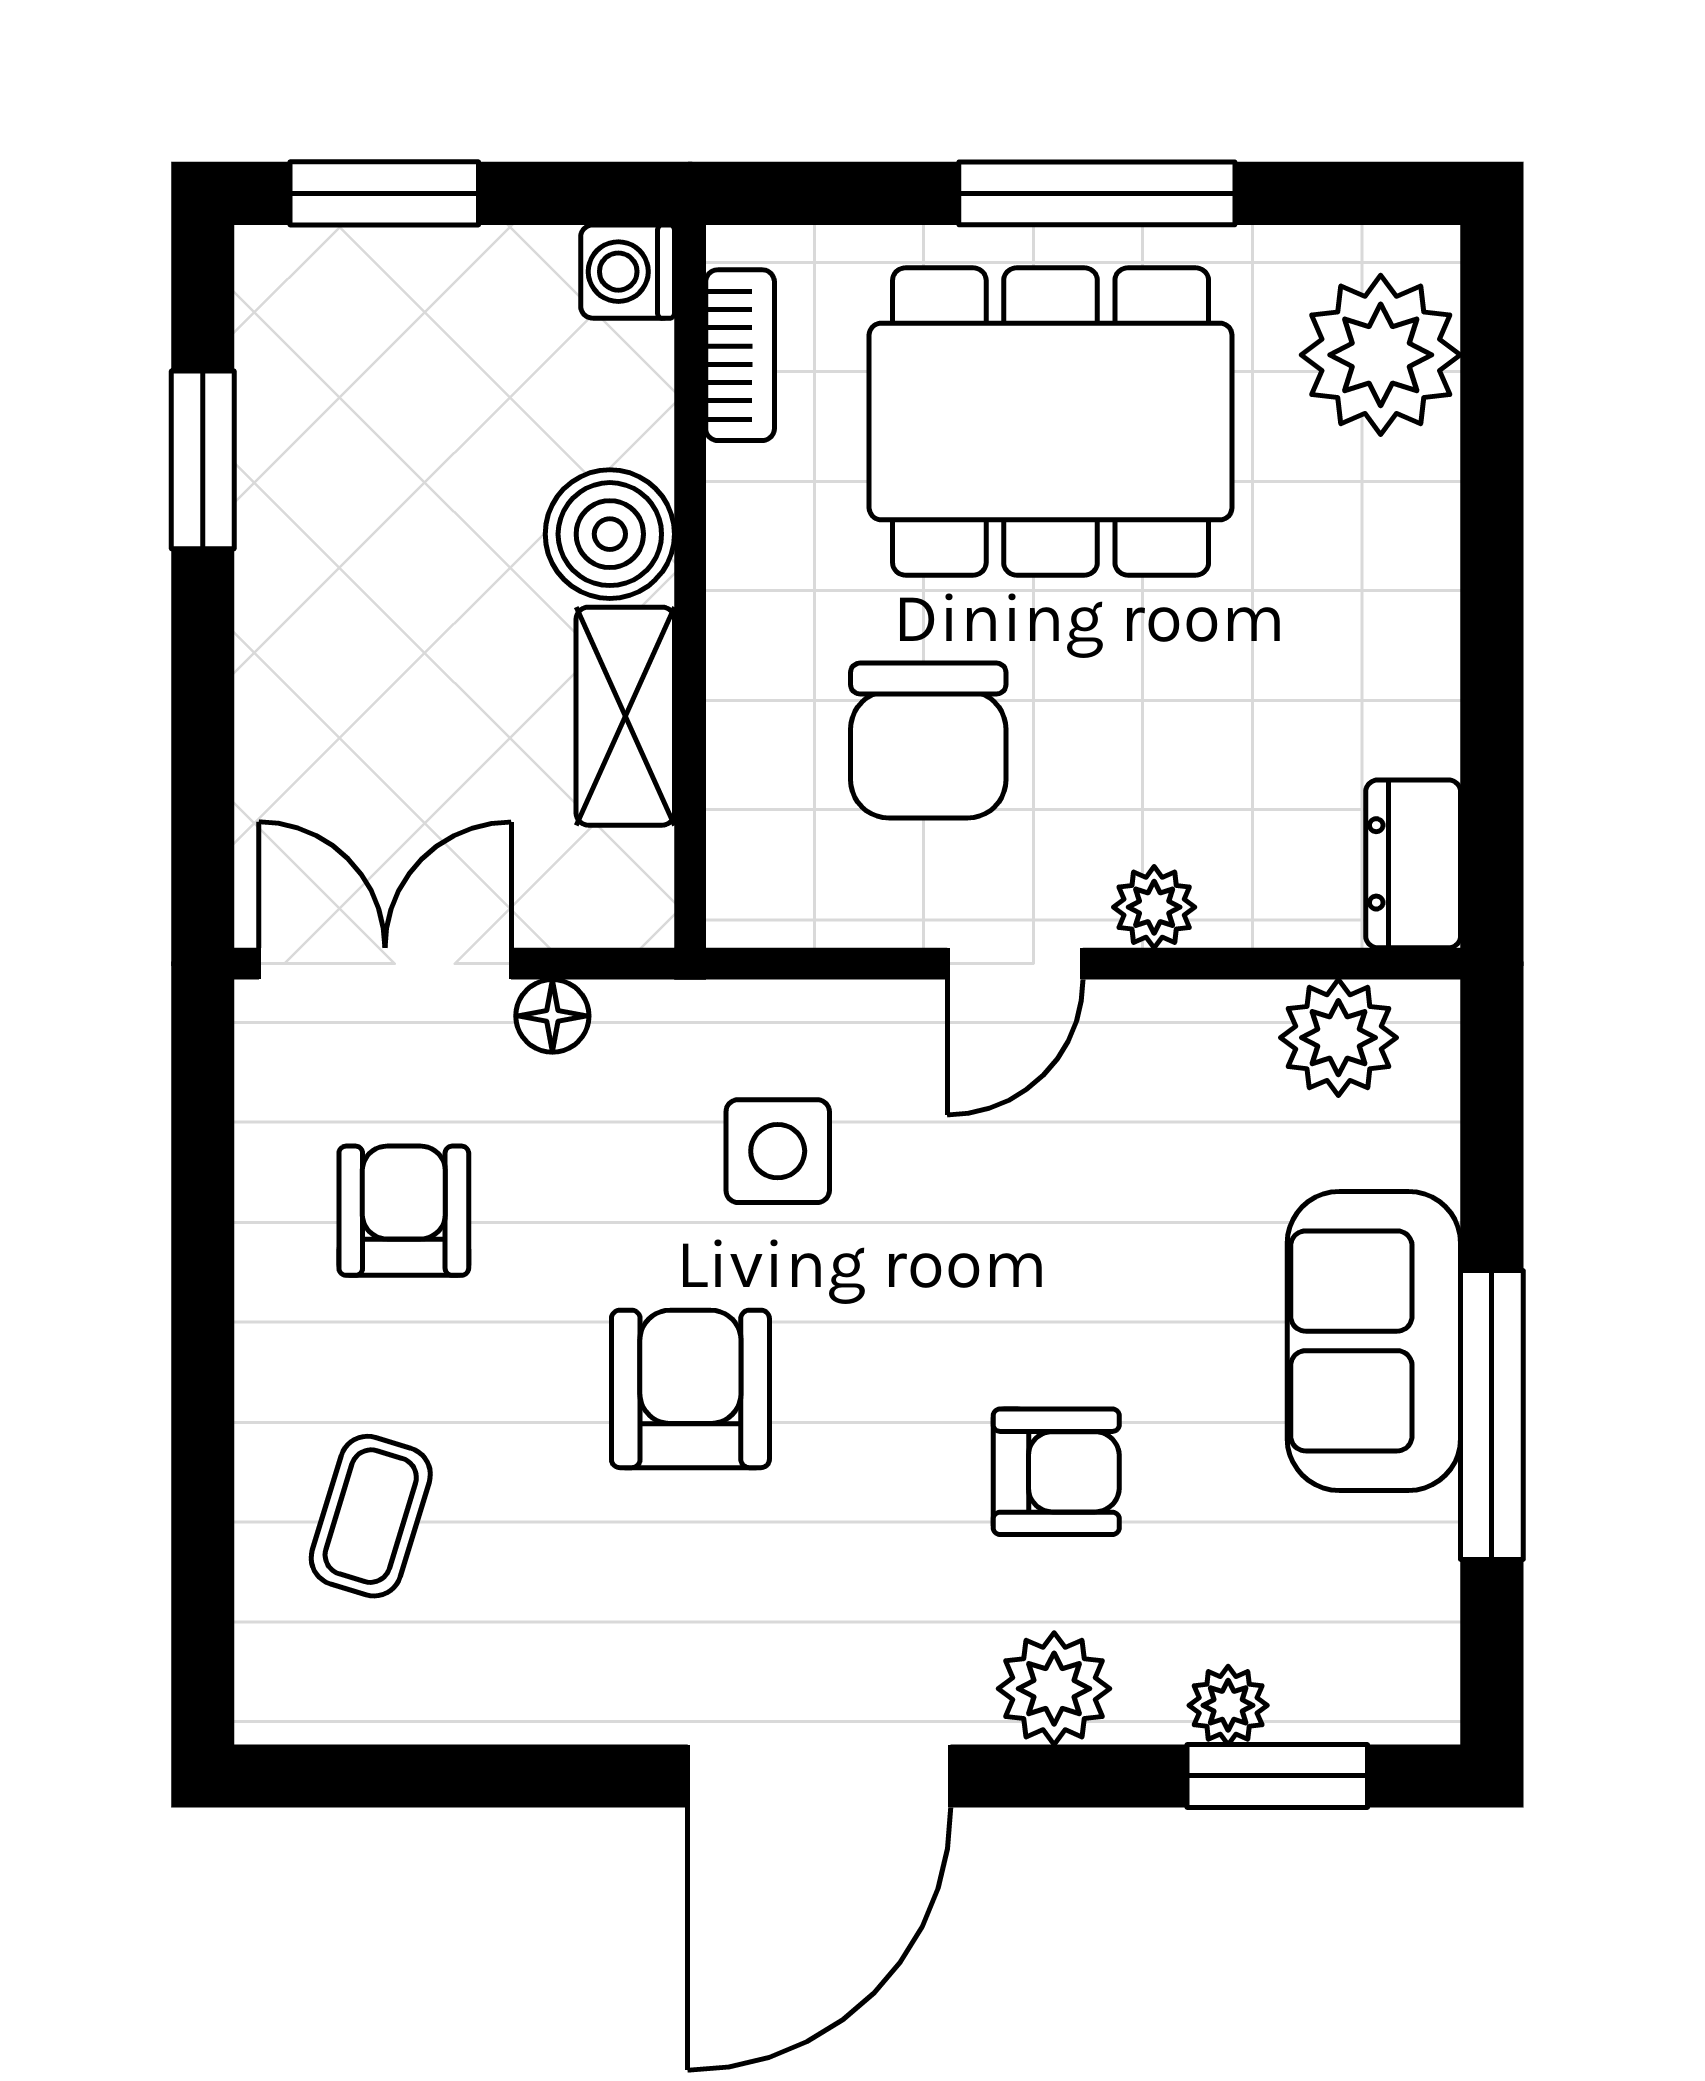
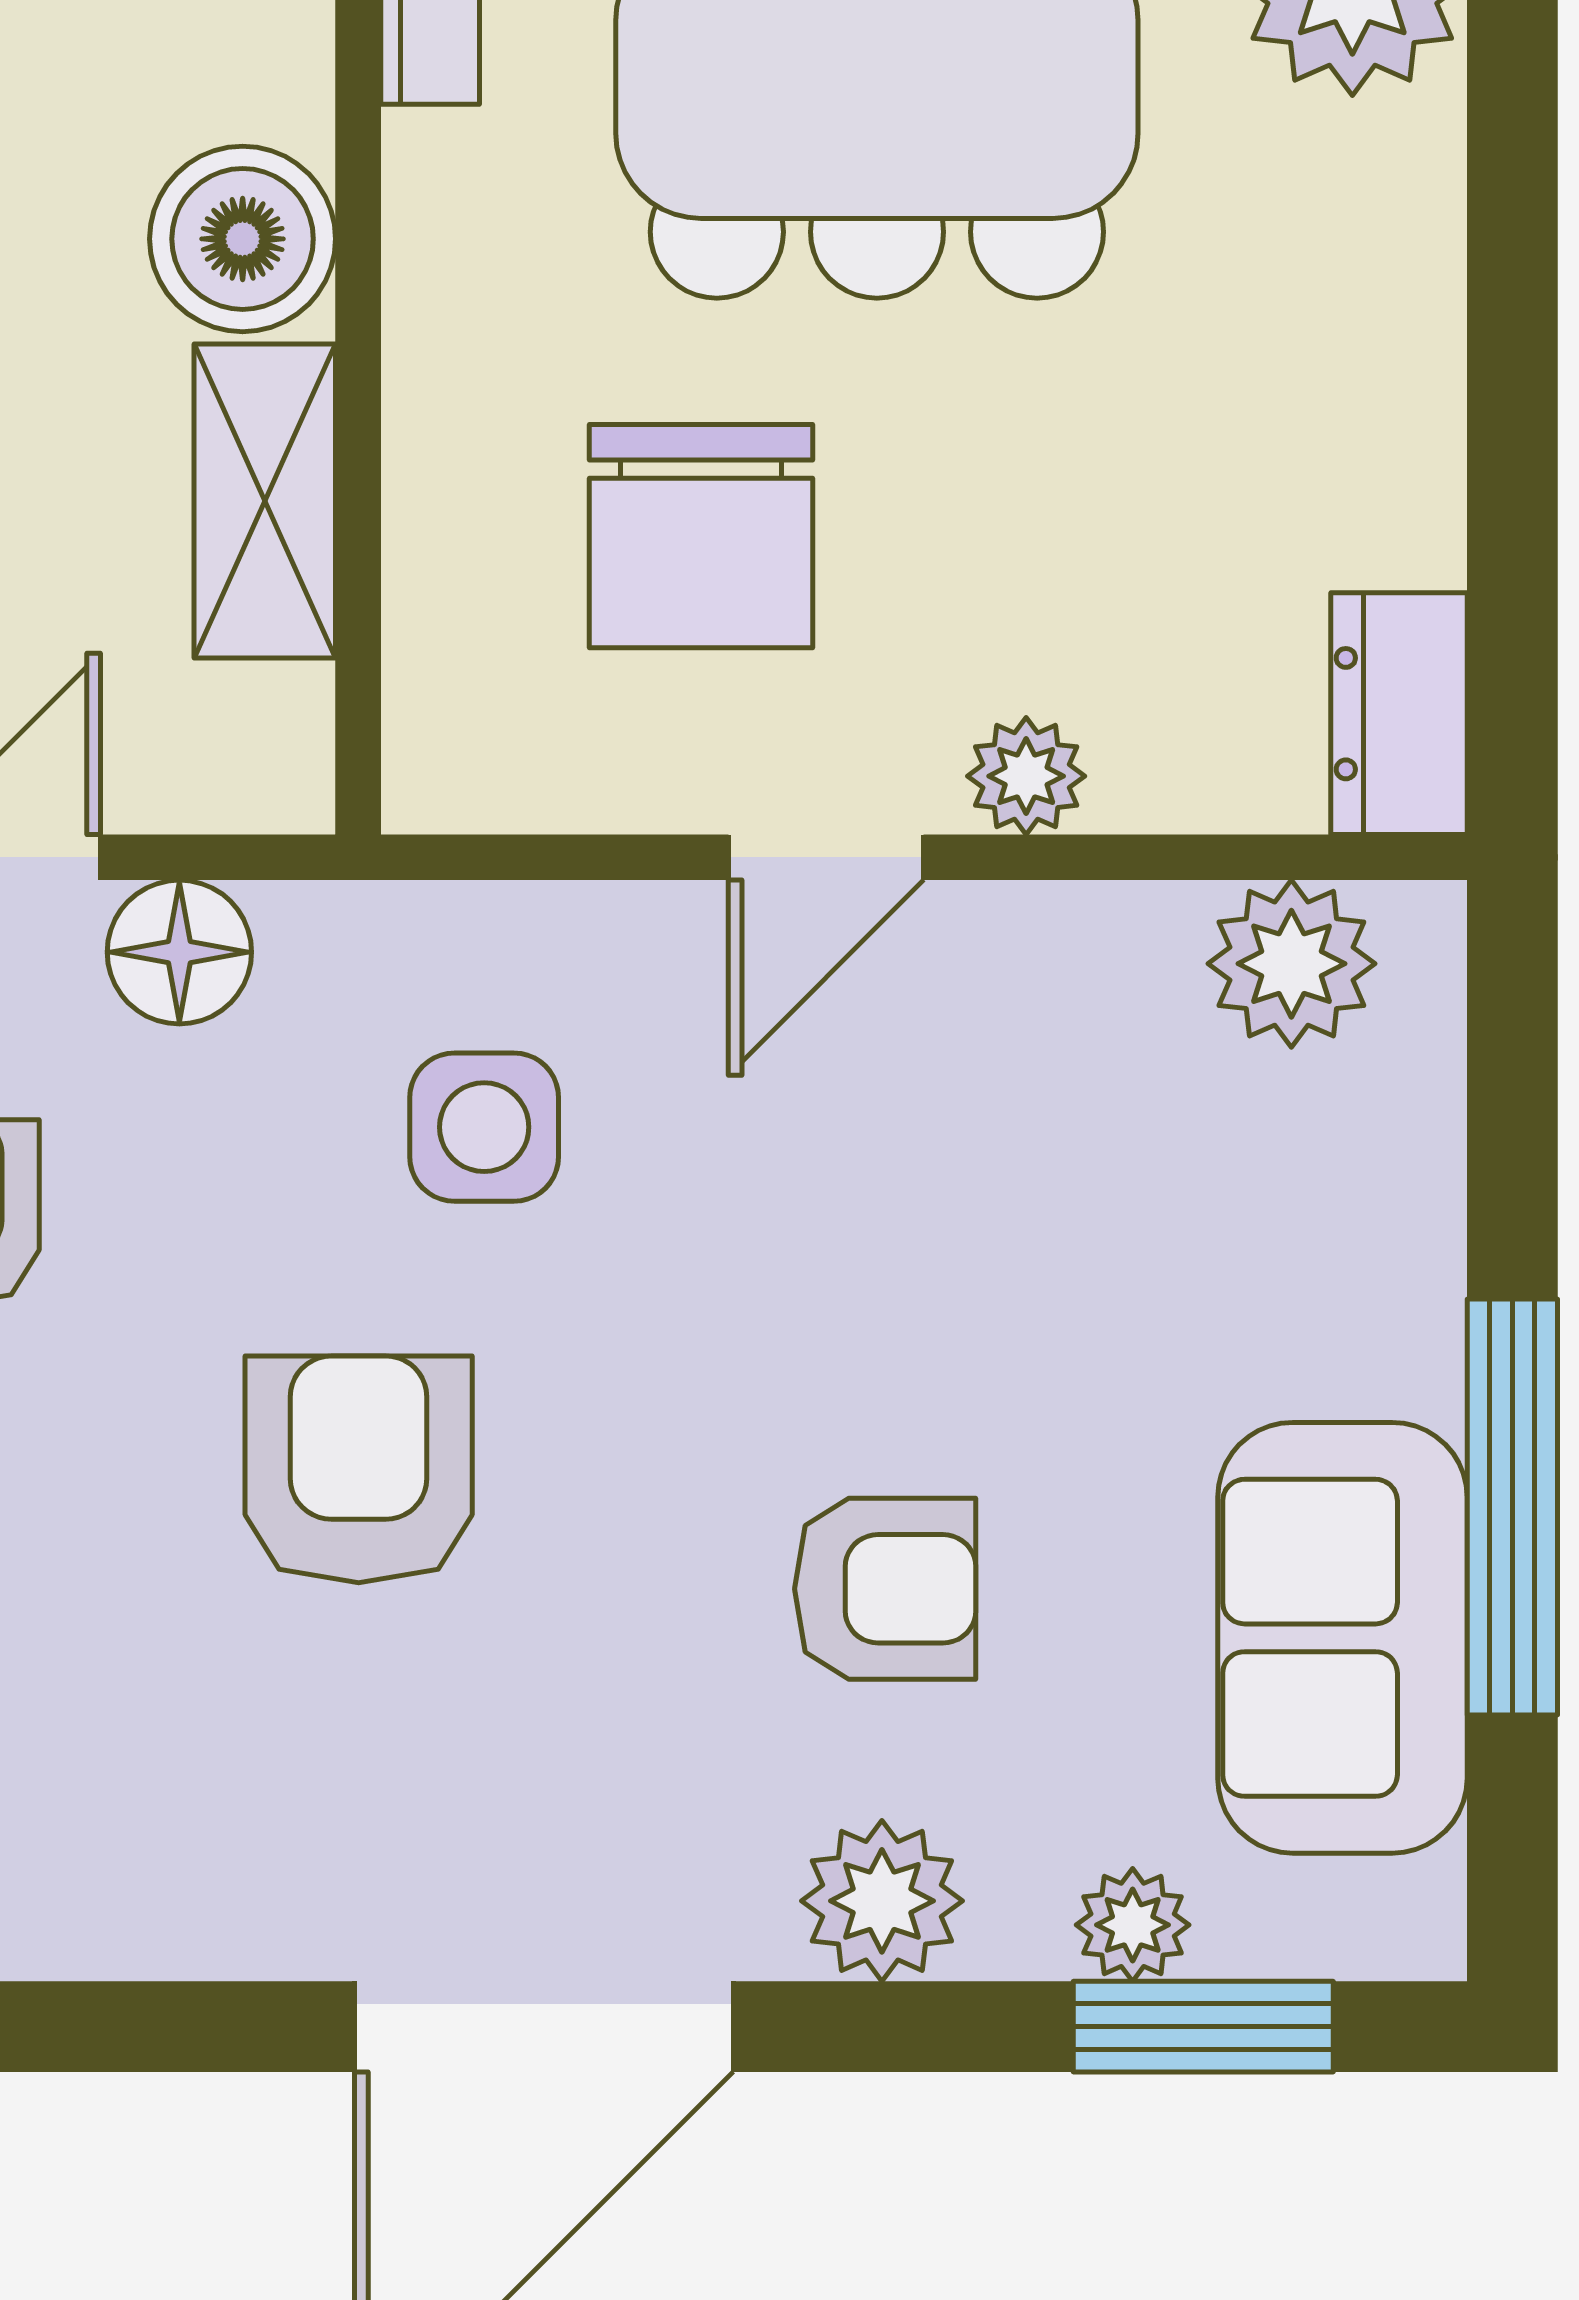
floor lamp: (552, 1016) -> (179, 952), width x1.37, depth x1.37
sofa: (1374, 1341) -> (1342, 1638), moved

